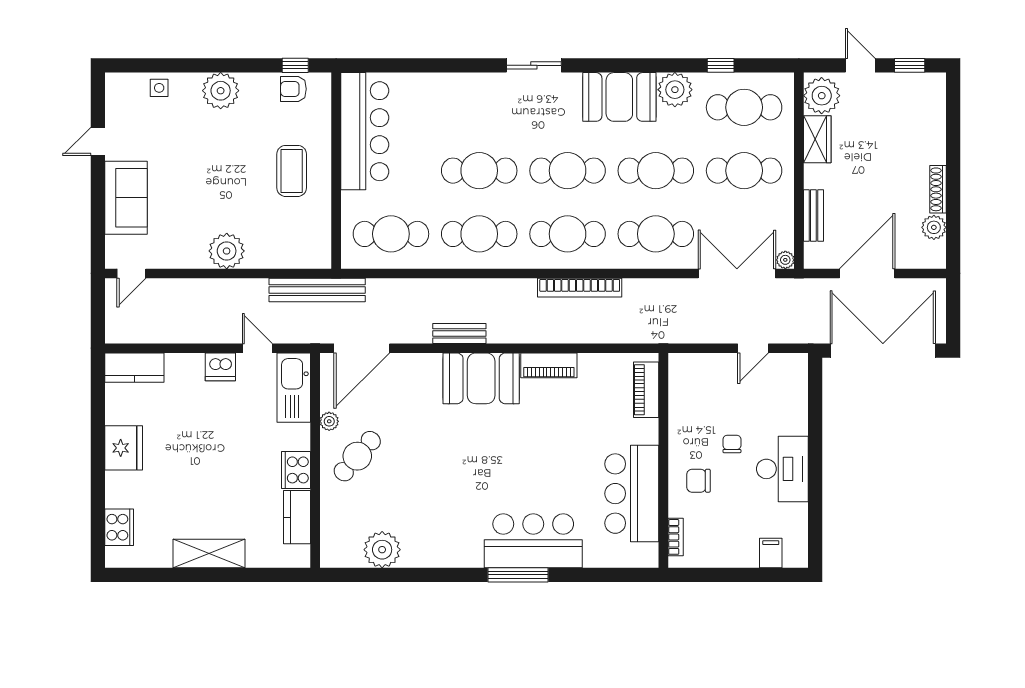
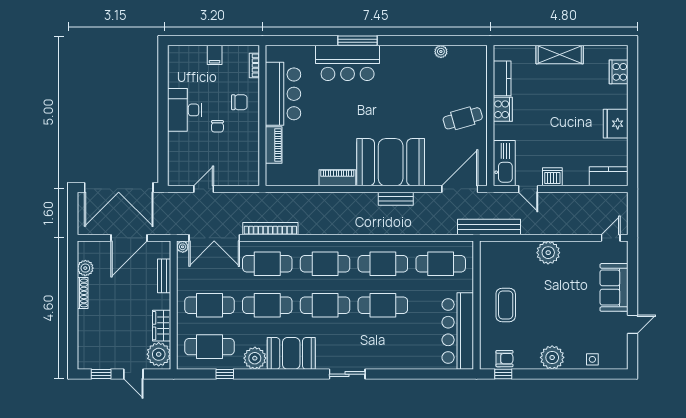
bookcase: (580, 288) -> (270, 229), moved
booth: (481, 378) -> (391, 162), width x1.36, depth x1.42
piano: (646, 390) -> (274, 145), moved
plant: (329, 421) -> (481, 141), removed
cafe table: (357, 456) -> (463, 118), turned 33
plant: (382, 550) -> (441, 52), width x0.53, depth x0.53
filing cabinet: (771, 553) -> (215, 55), moved

